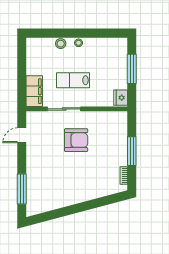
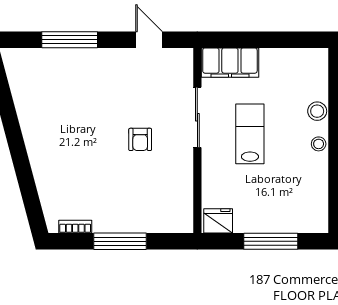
armchair: (76, 140) -> (140, 139), width x0.53, depth x0.53
window: (22, 189) -> (70, 40), moved

